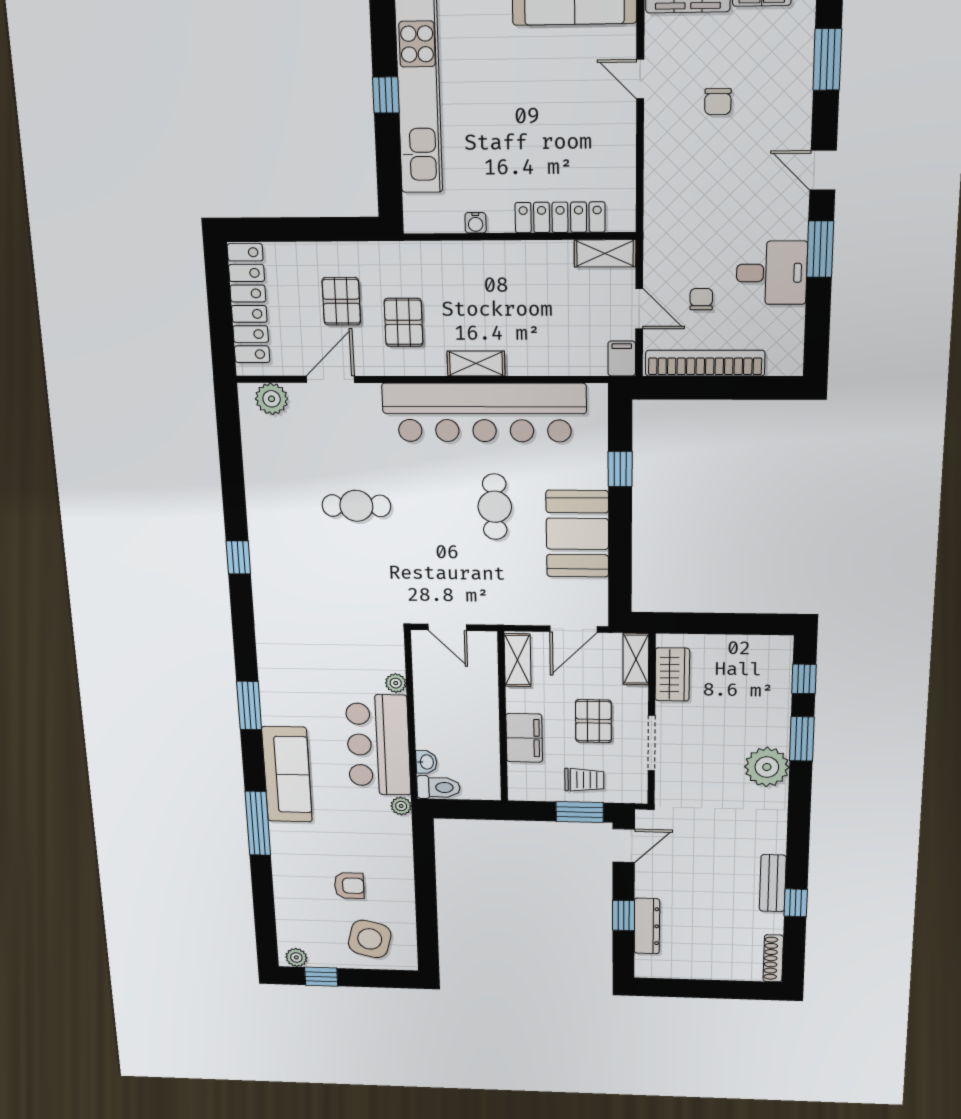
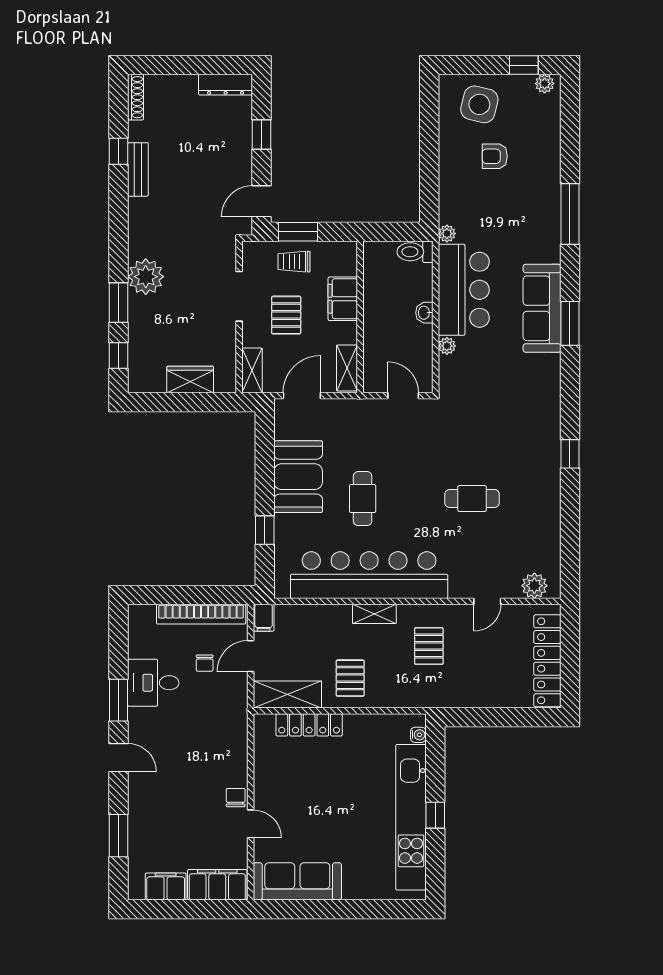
chair: (718, 102) -> (236, 798), moved
water cooler: (476, 223) -> (418, 735), moved, turned 90
shelving: (605, 253) -> (287, 695), width x1.50, depth x1.33
pallet: (341, 301) -> (350, 678), moved
door: (639, 309) -> (251, 656), hinge flipped
door: (330, 379) -> (487, 601), width x0.73
wardrobe: (672, 674) -> (190, 380), moved, turned 90
washbasin: (426, 762) -> (424, 313), moved
sofa: (287, 774) -> (542, 308), moved
dresser: (647, 926) -> (226, 85), moved, turned -90

